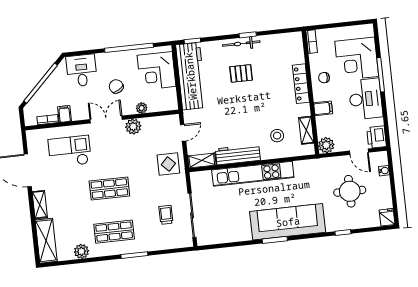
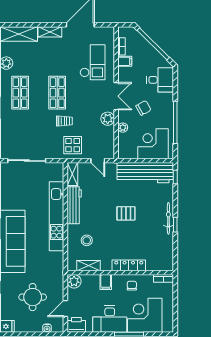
pallet: (241, 73) -> (126, 213), moved, turned 90
trolley: (166, 215) -> (64, 121), moved

